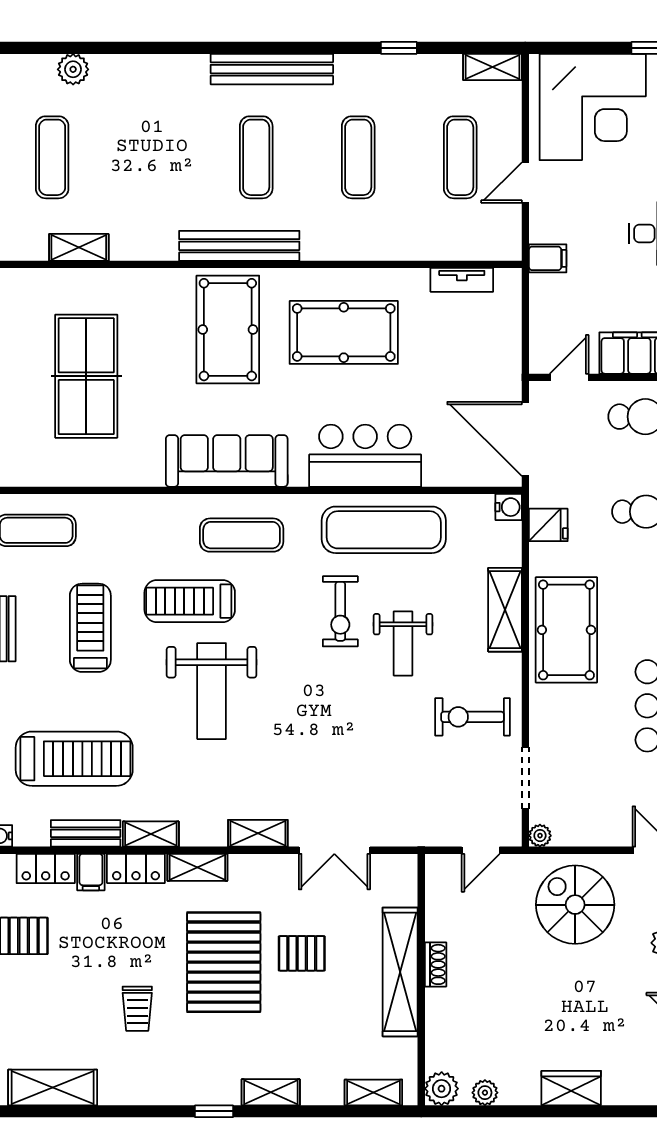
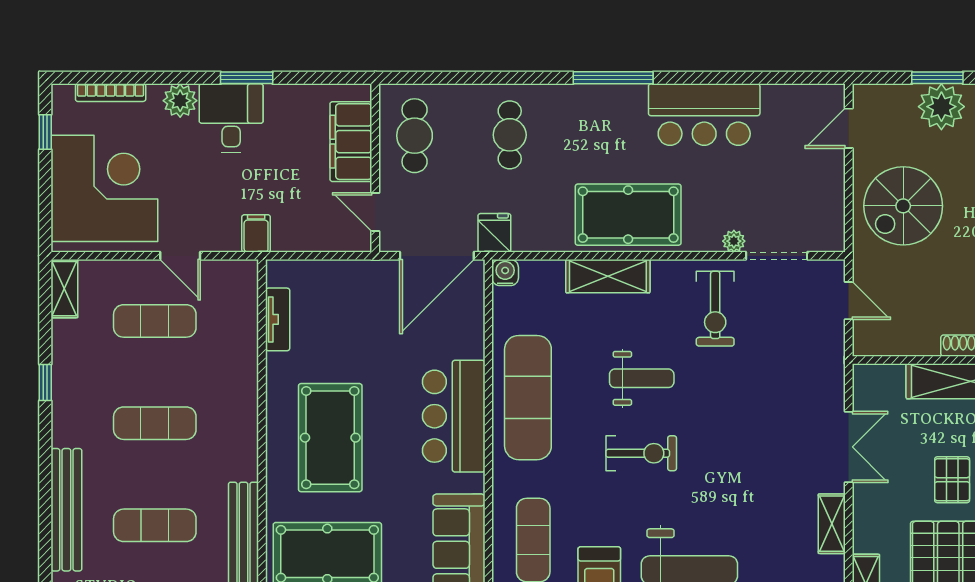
fridge: (548, 525) -> (494, 233), moved
exercise bike: (340, 611) -> (641, 453), moved
plant: (540, 836) -> (734, 241), moved

